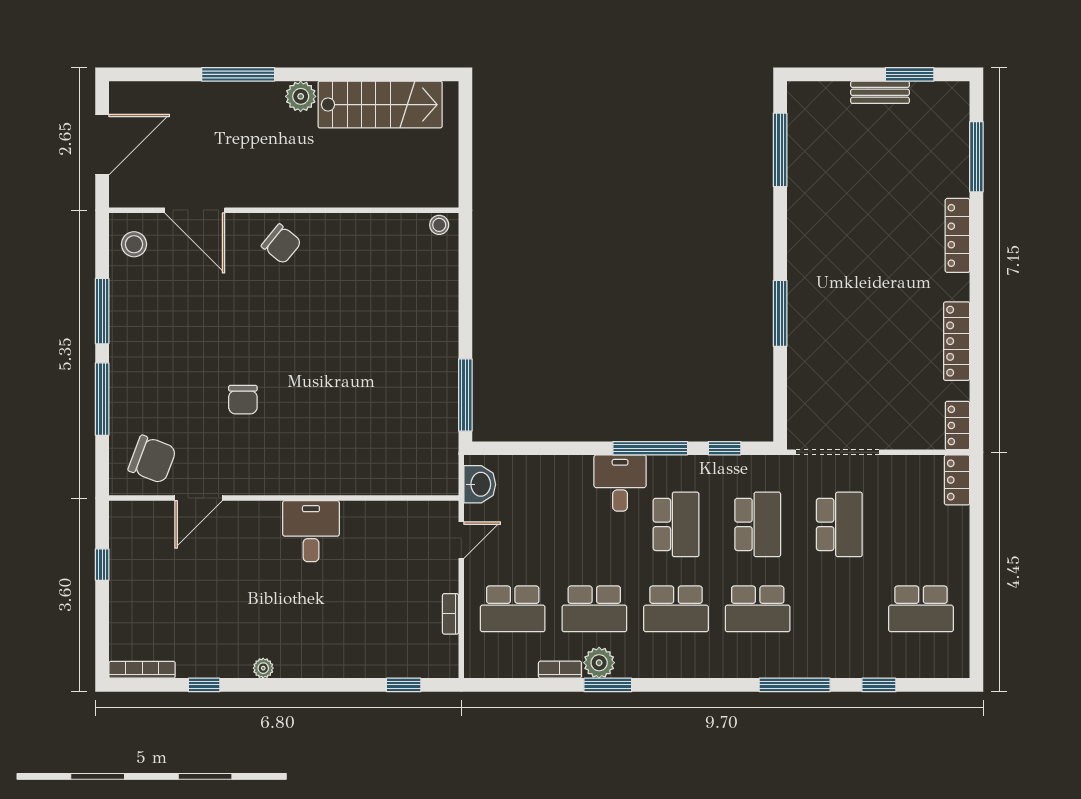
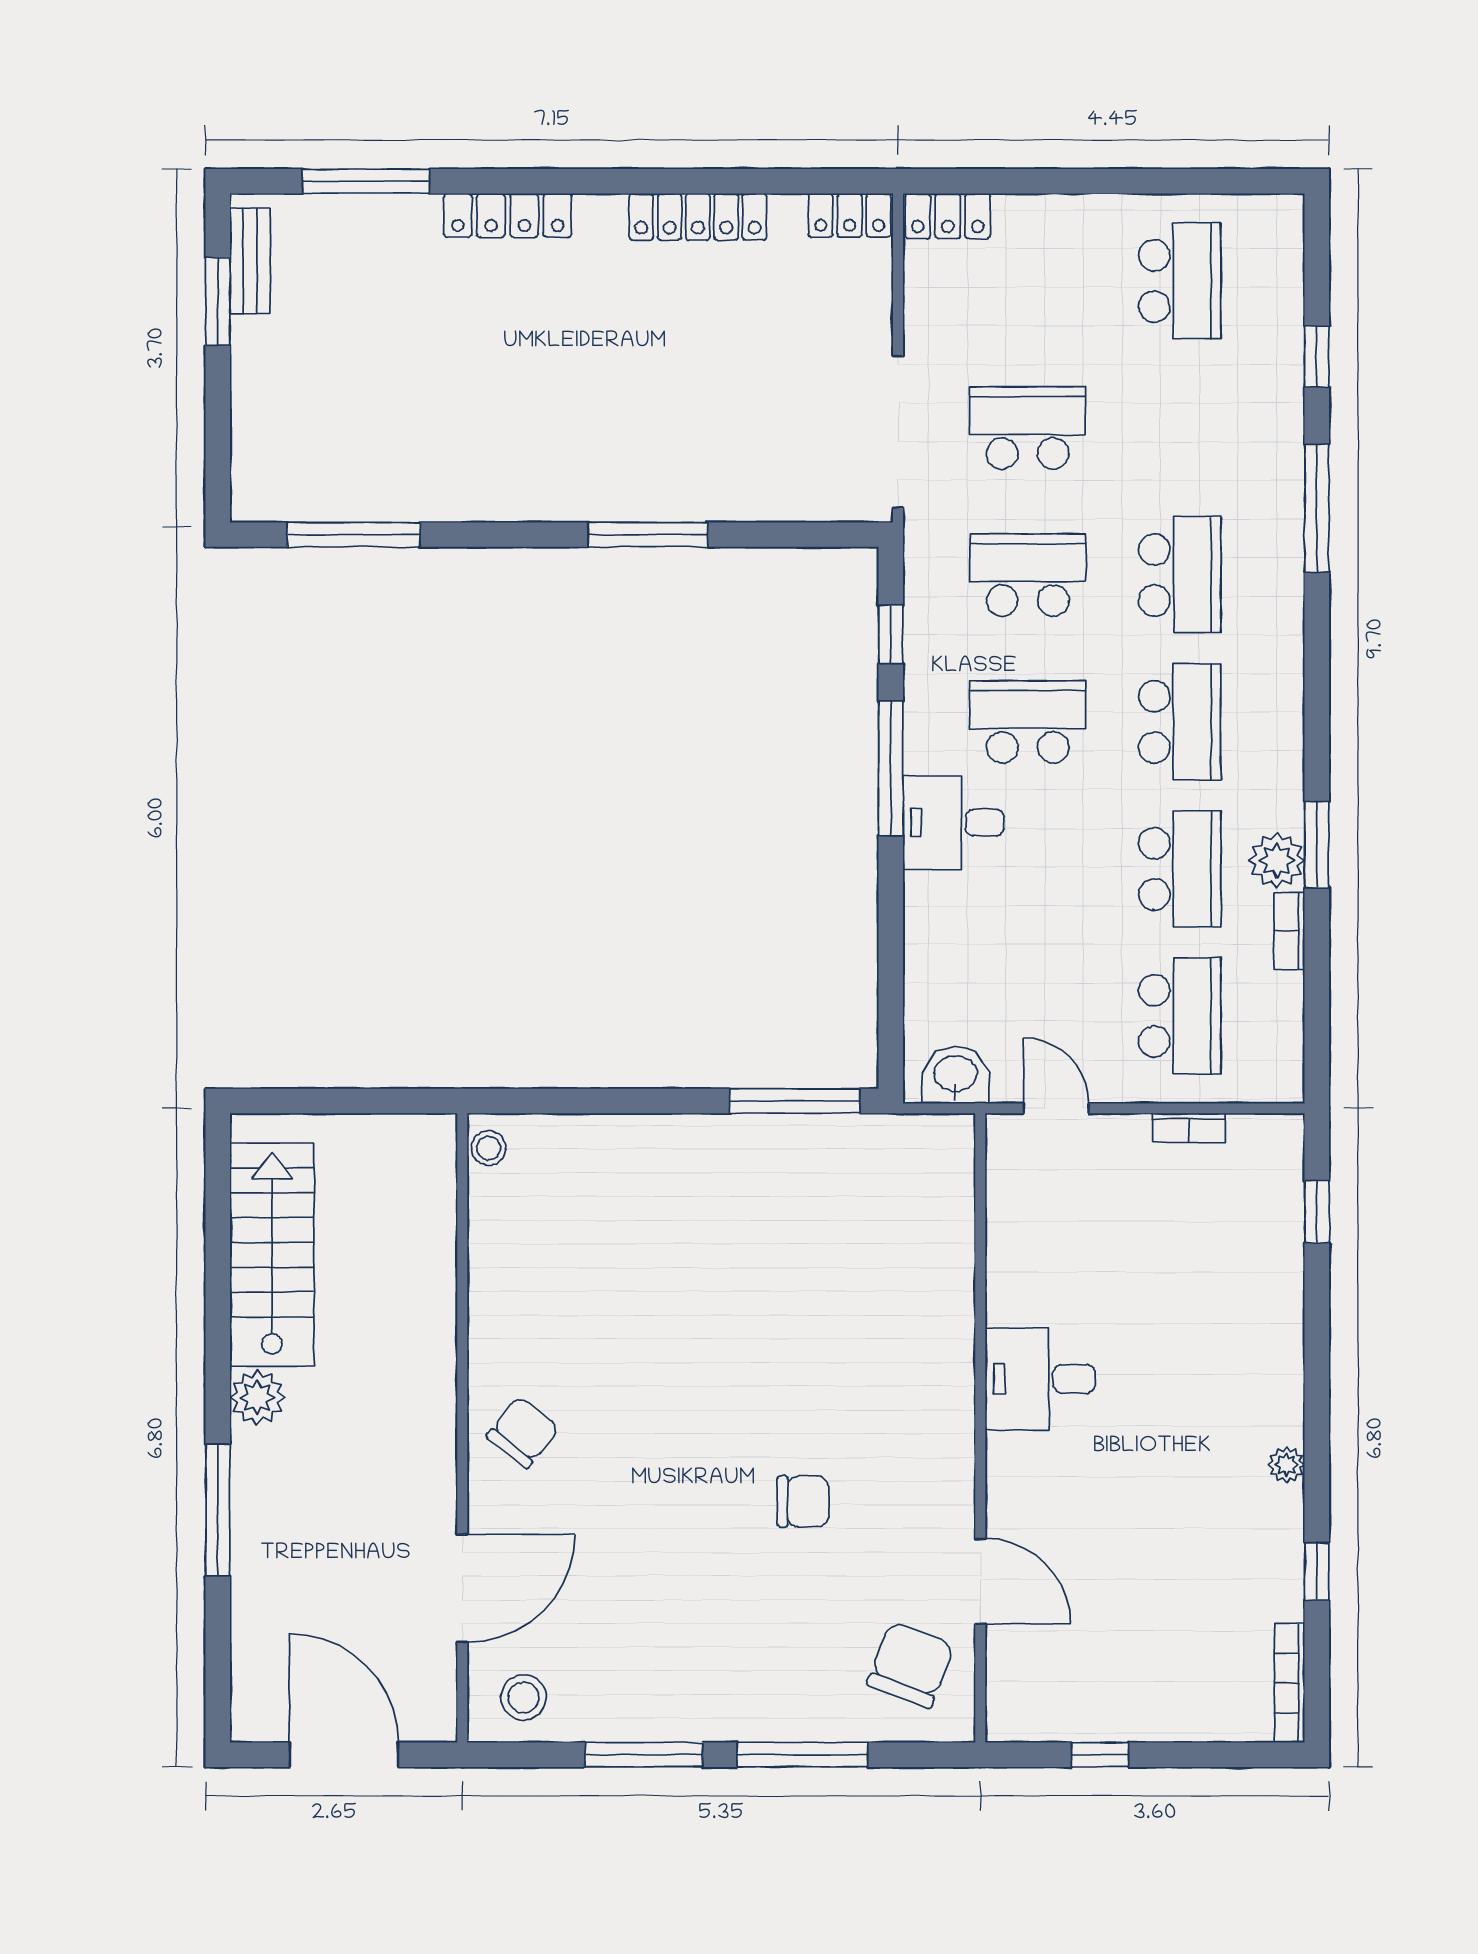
bench: (880, 92) -> (250, 261), moved

